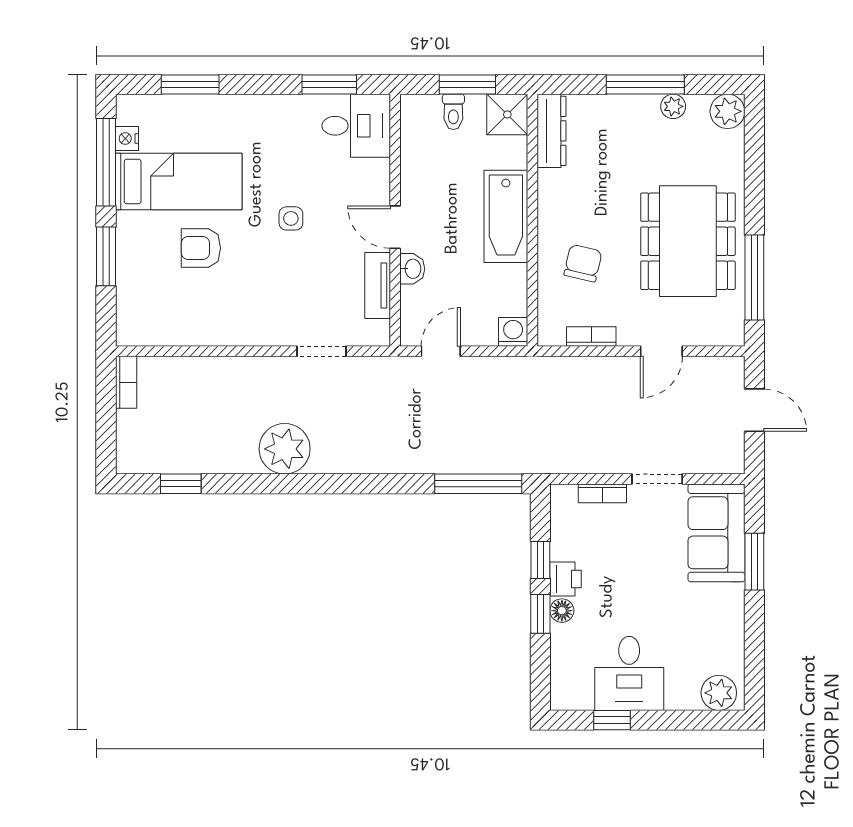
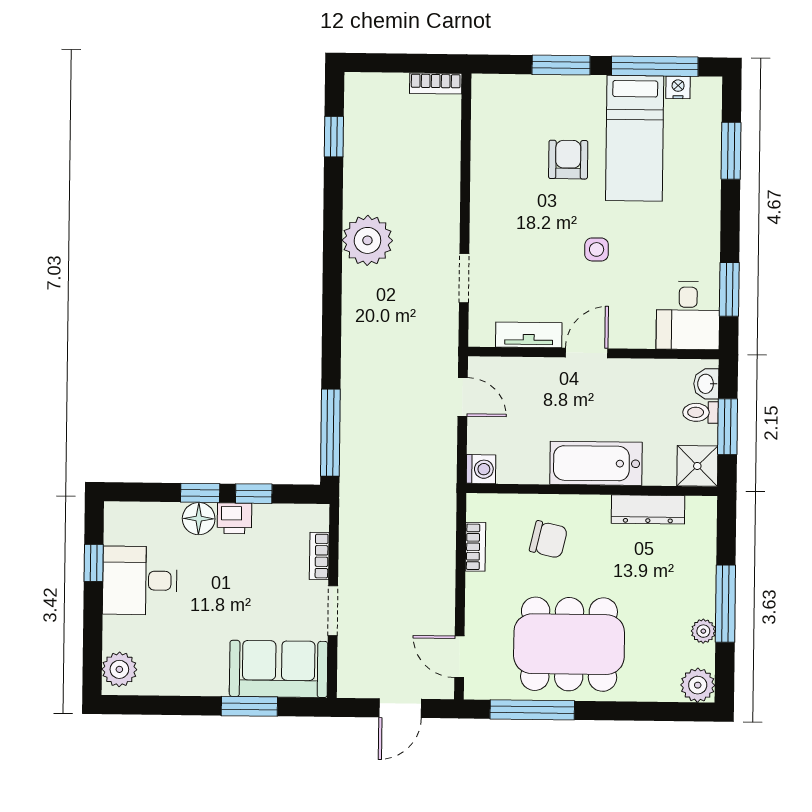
dresser: (552, 131) -> (648, 509), moved
washbasin: (412, 269) -> (706, 384), moved, turned 90
door: (661, 351) -> (459, 657), moved
floor lamp: (562, 611) -> (199, 519), width x1.37, depth x1.37

